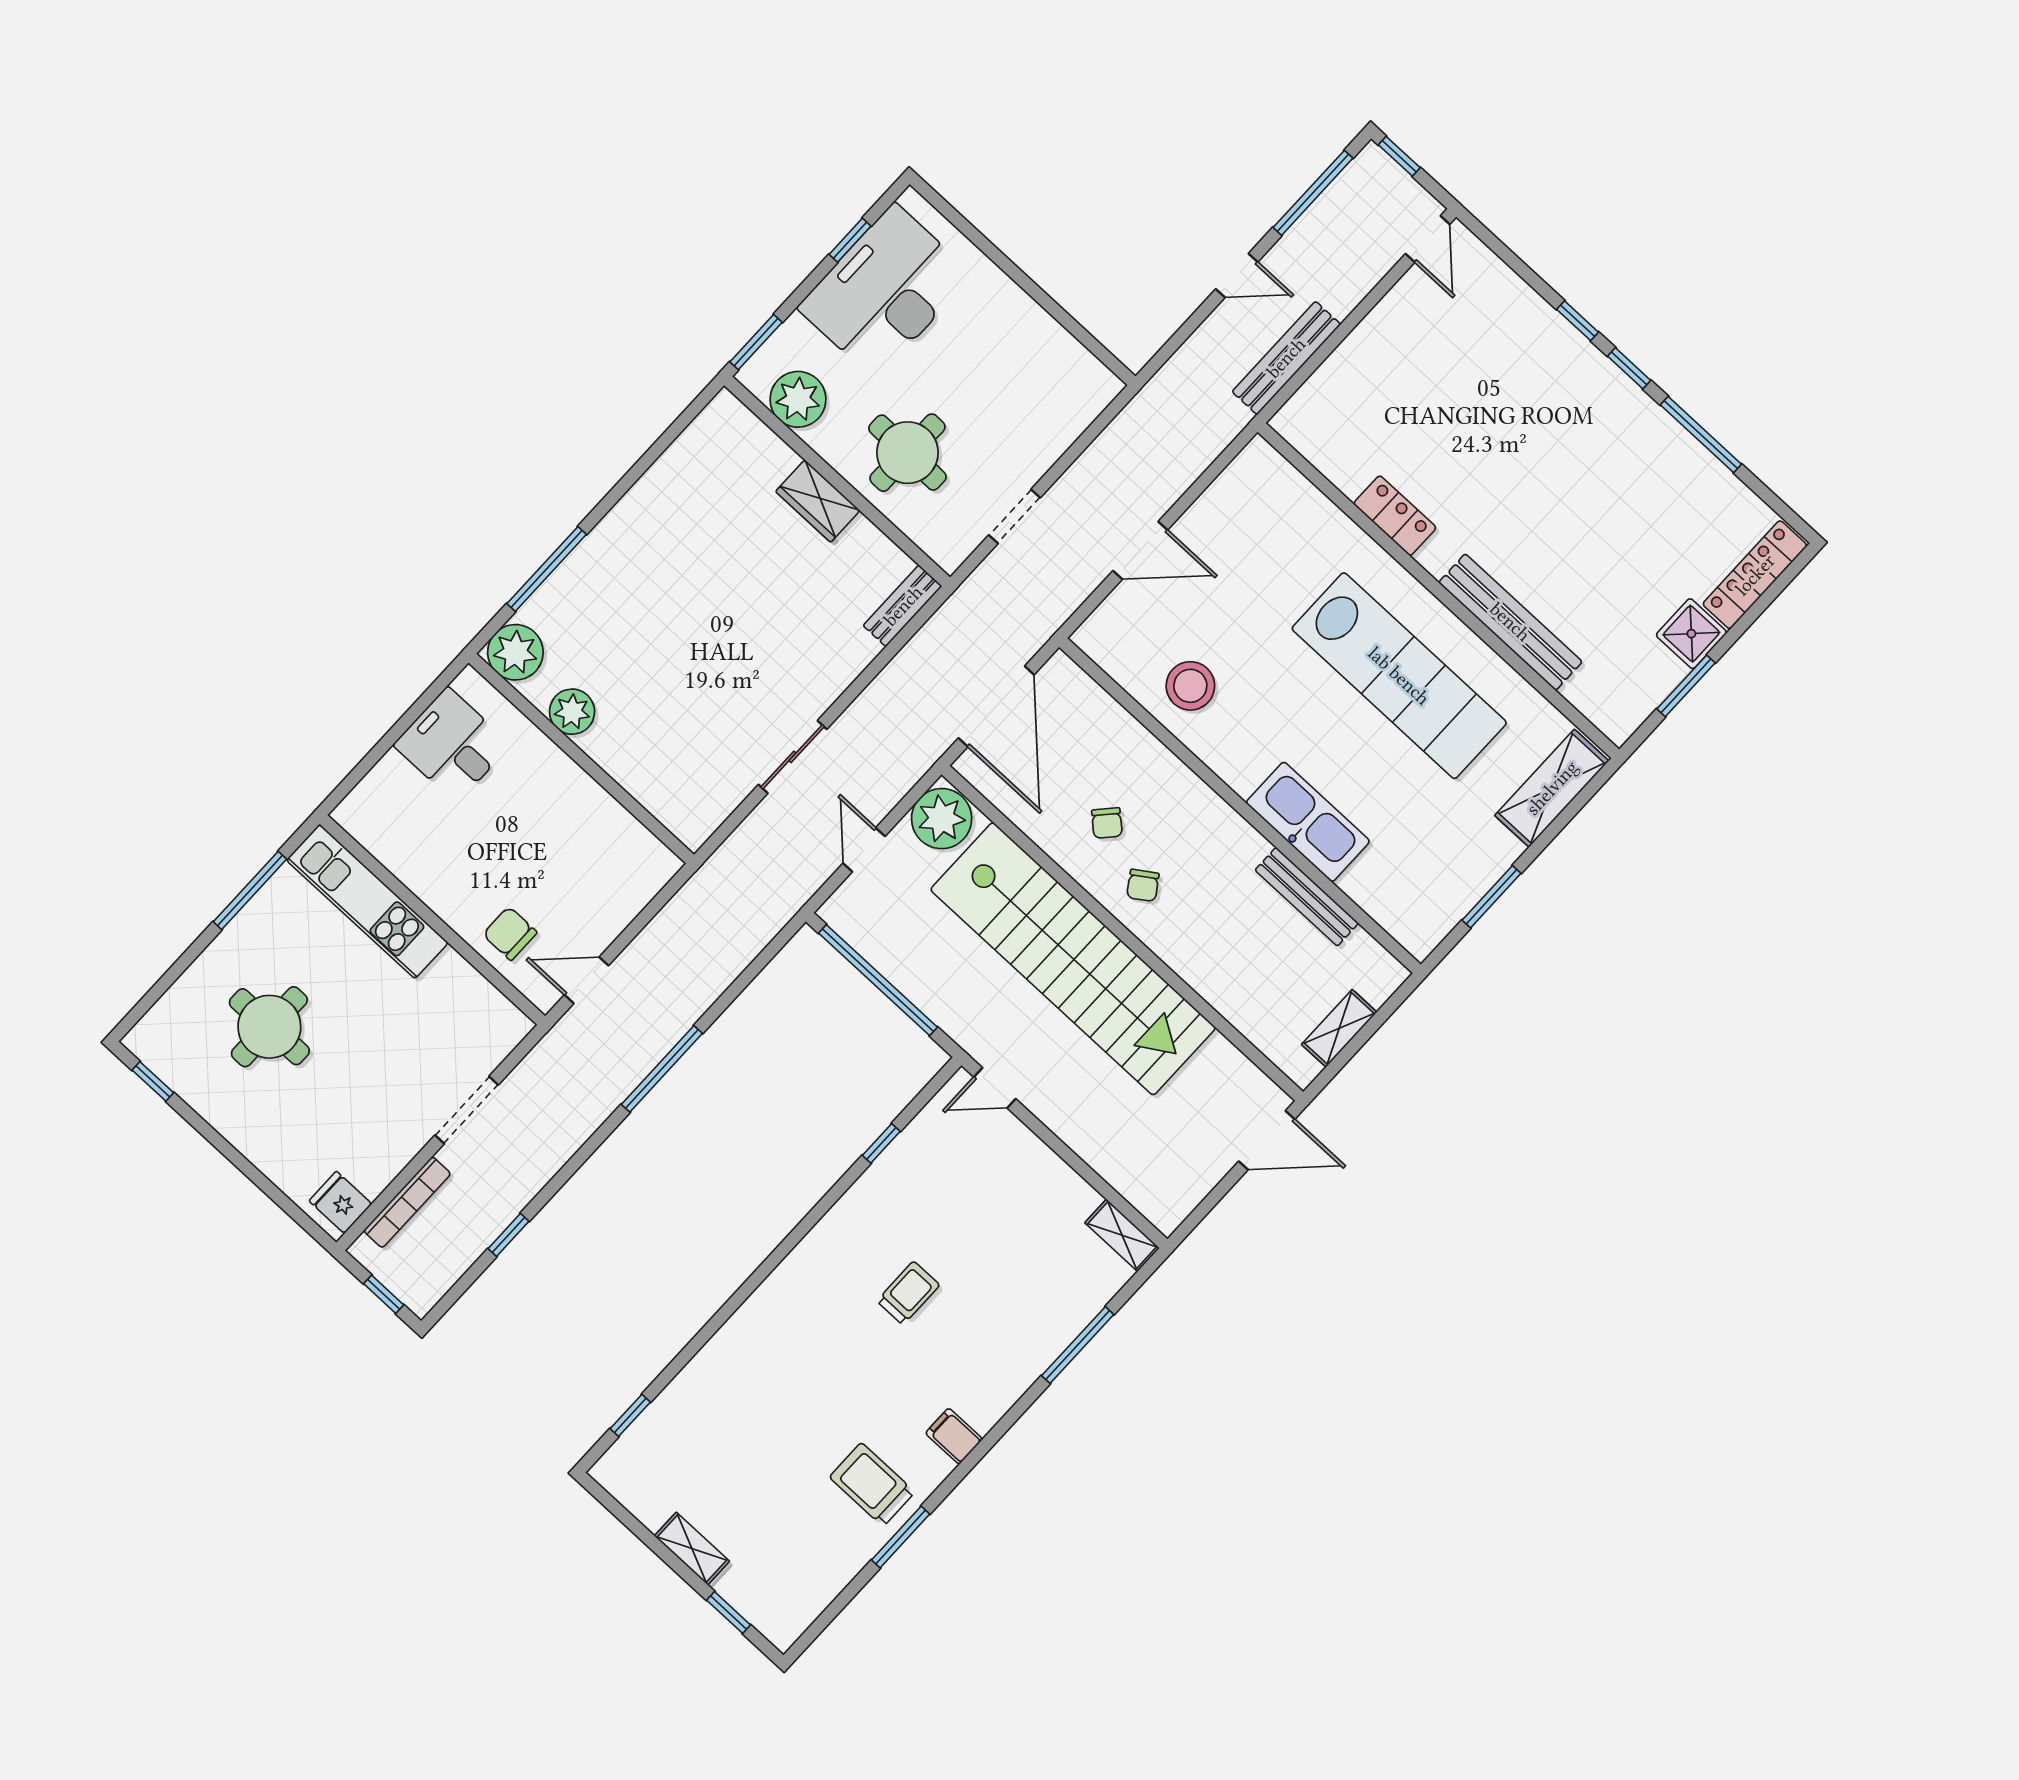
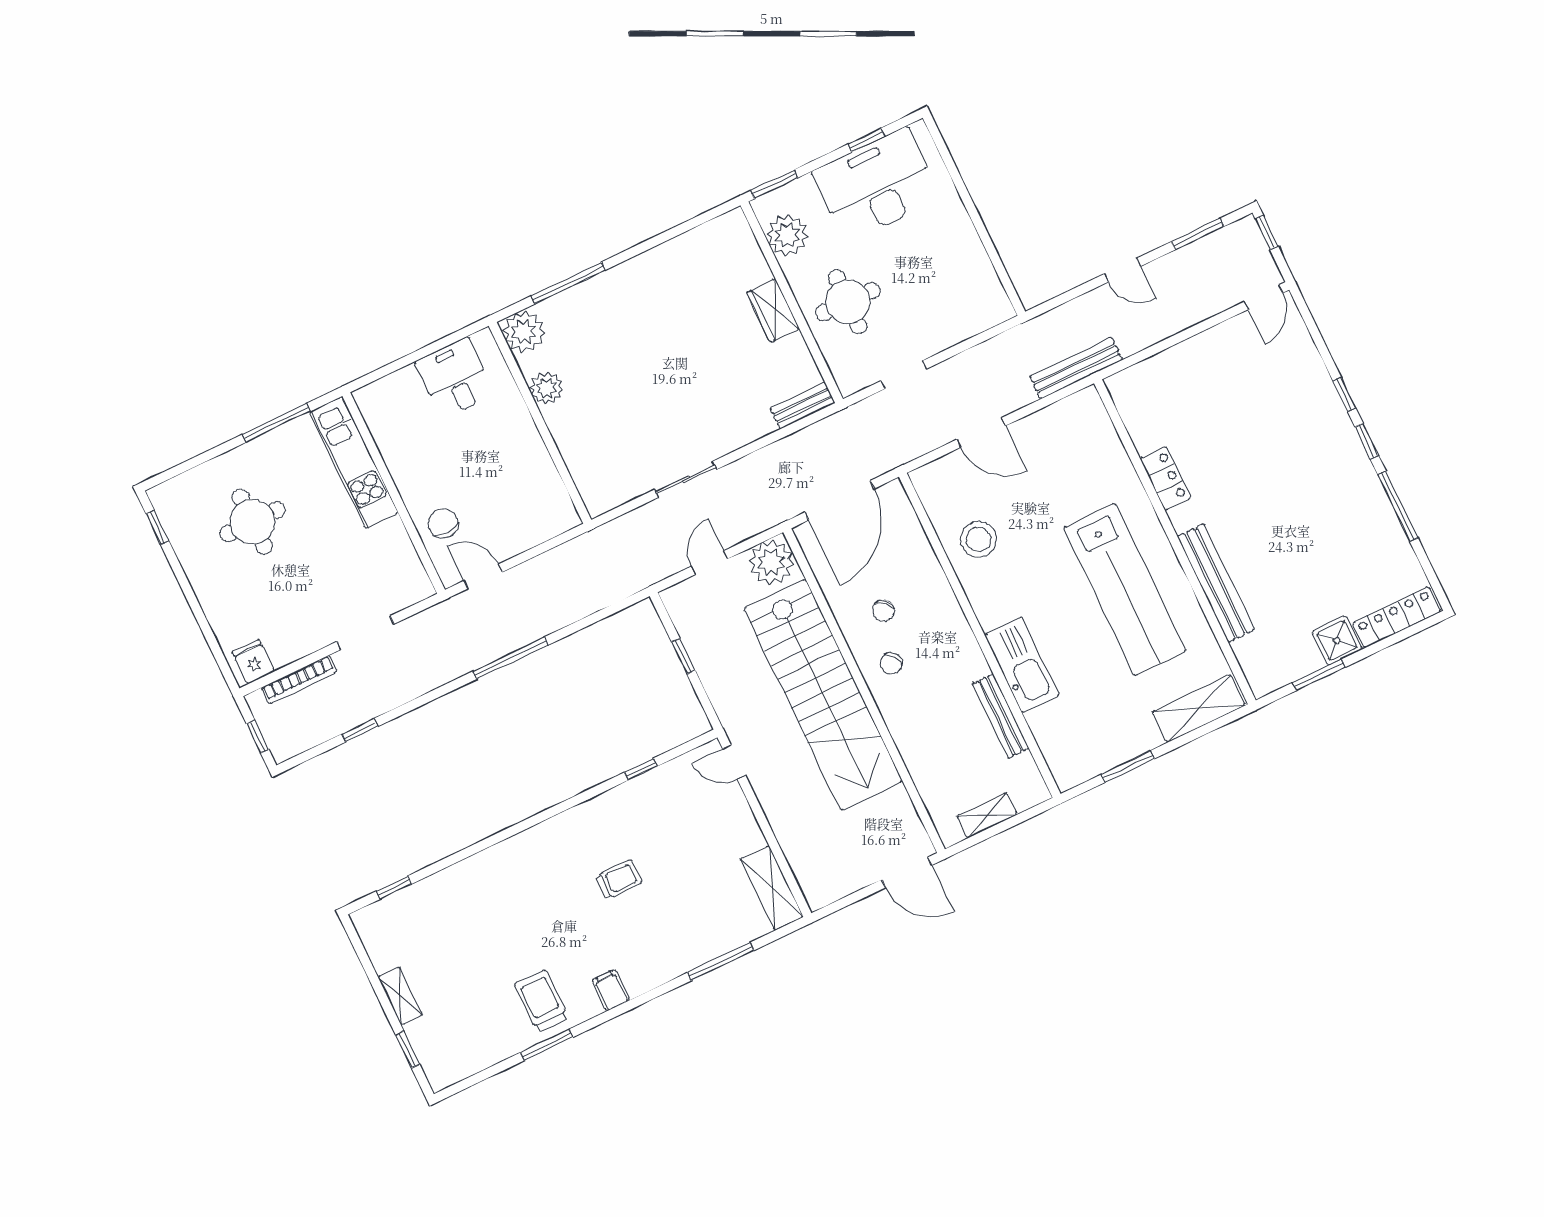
window: (1313, 193) -> (1198, 234), width x0.69
bench: (1286, 358) -> (1076, 368), moved
window: (878, 980) -> (683, 656), width x0.32
shelving: (1122, 1235) -> (772, 888), width x1.50, depth x1.33

